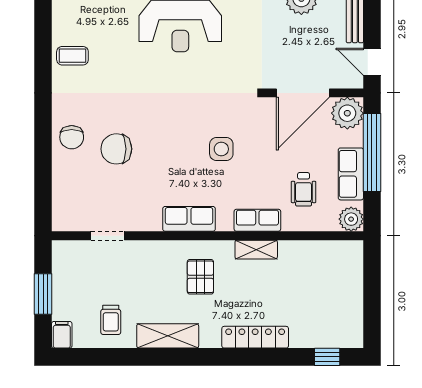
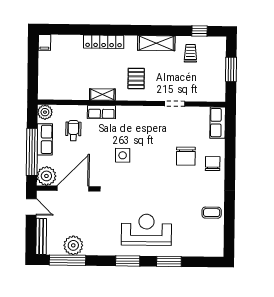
chair: (116, 149) -> (186, 156), turned 90
row of seats: (189, 219) -> (218, 123), moved, turned 90
doorway: (108, 236) -> (175, 104), moved
filing cabinet: (62, 335) -> (44, 42), moved
window: (327, 357) -> (200, 31), moved

